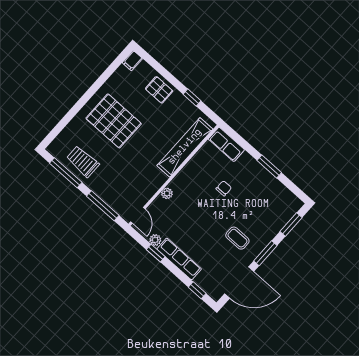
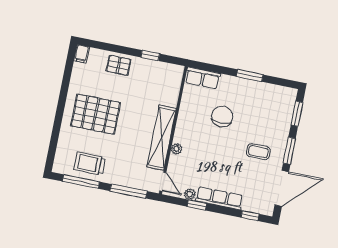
shelving: (185, 147) -> (162, 138), moved
chair: (224, 188) -> (222, 116), width x1.87, depth x1.87

